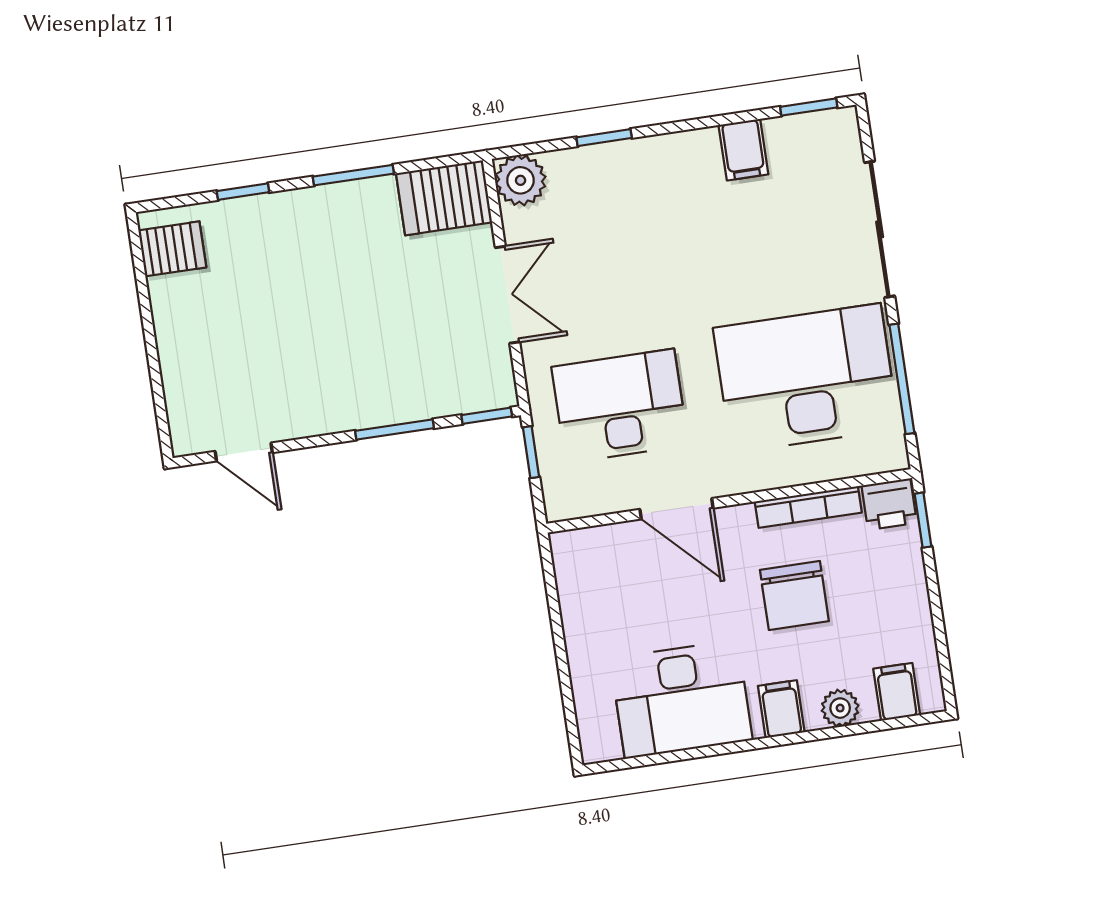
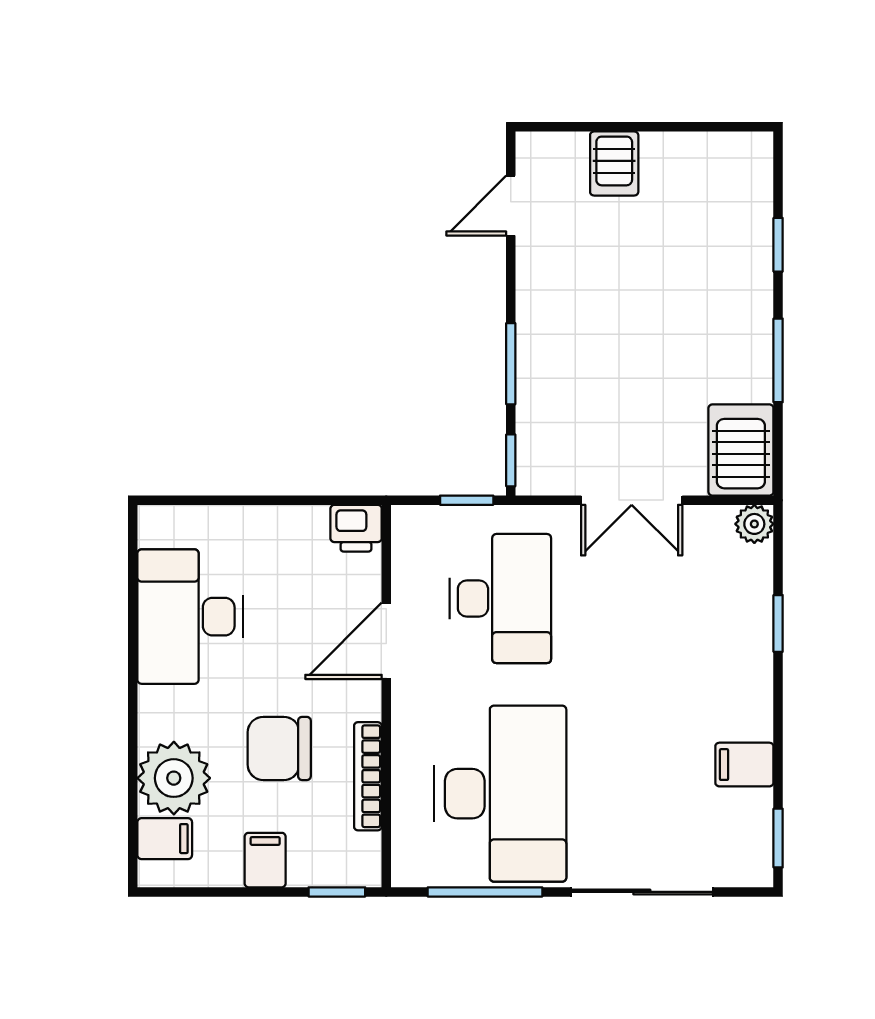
plant: (521, 180) -> (754, 524), width x0.73, depth x0.73
server rack: (172, 249) -> (614, 163), moved
printer: (889, 504) -> (356, 528), moved, turned -90
plant: (840, 708) -> (174, 778), width x1.87, depth x1.87
filing cabinet: (781, 709) -> (265, 860), moved, turned -90

